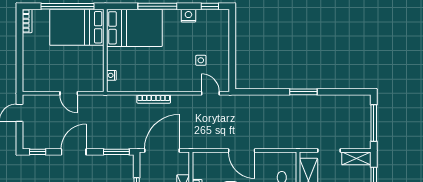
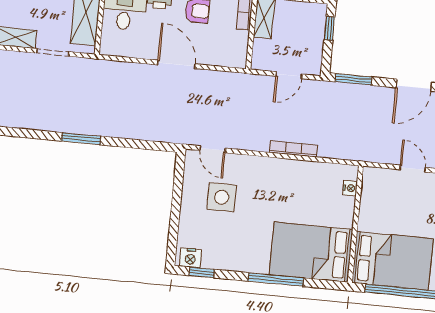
nightstand: (188, 16) -> (190, 258), moved
side table: (201, 60) -> (222, 197), width x1.87, depth x1.87
door: (162, 150) -> (289, 75), width x0.53

